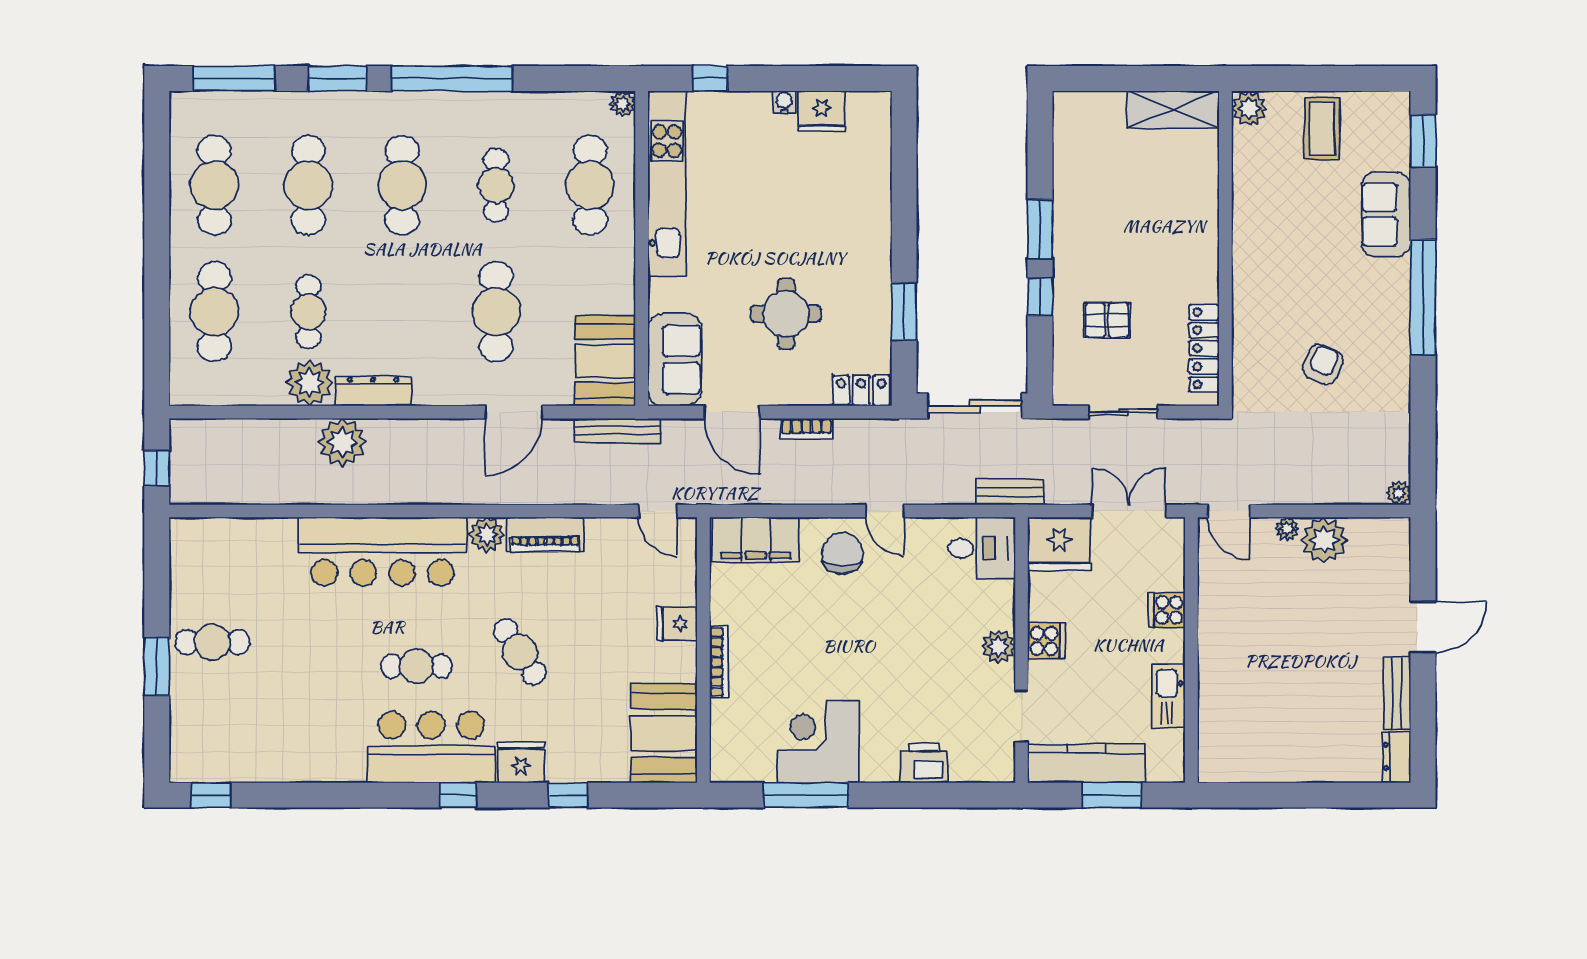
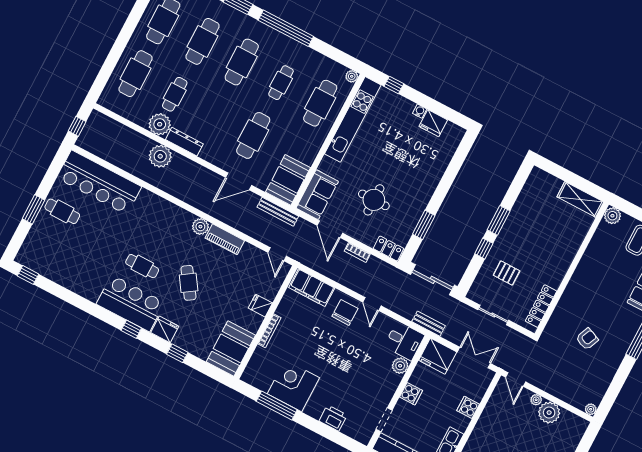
bar counter: (383, 551) -> (99, 182), moved
plant: (998, 646) -> (400, 366), moved

